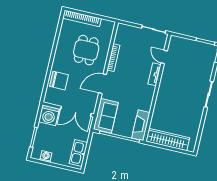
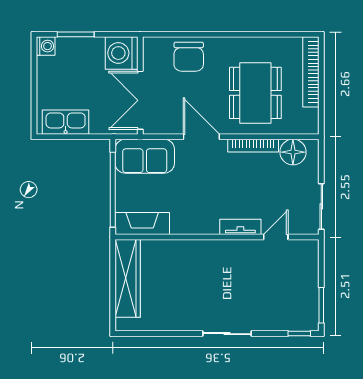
floor lamp: (122, 38) -> (293, 152), added
dining table: (86, 50) -> (255, 93), width x1.38
washing machine: (46, 157) -> (46, 46), moved

